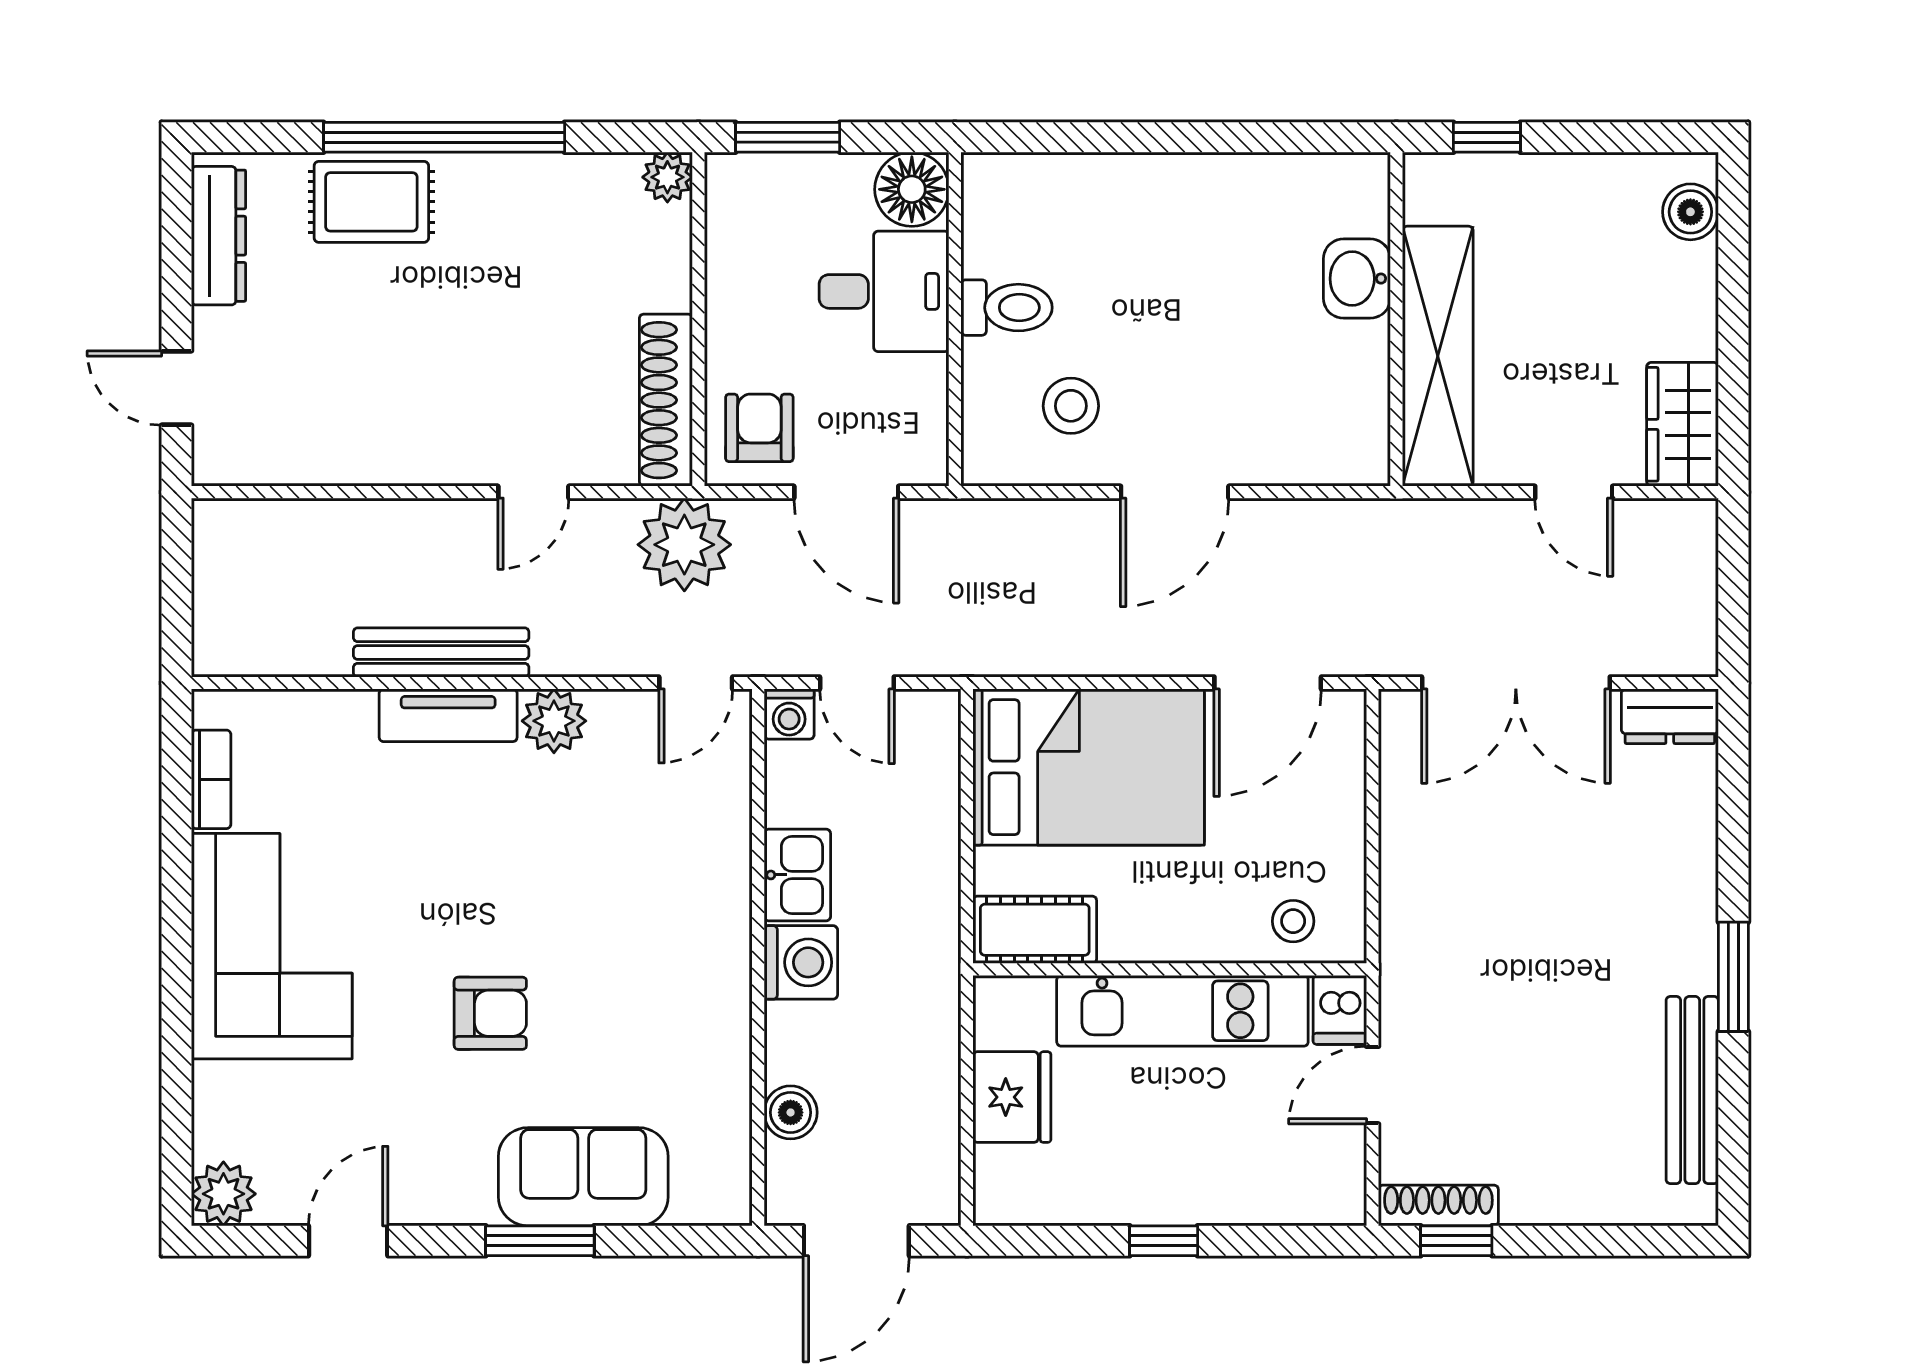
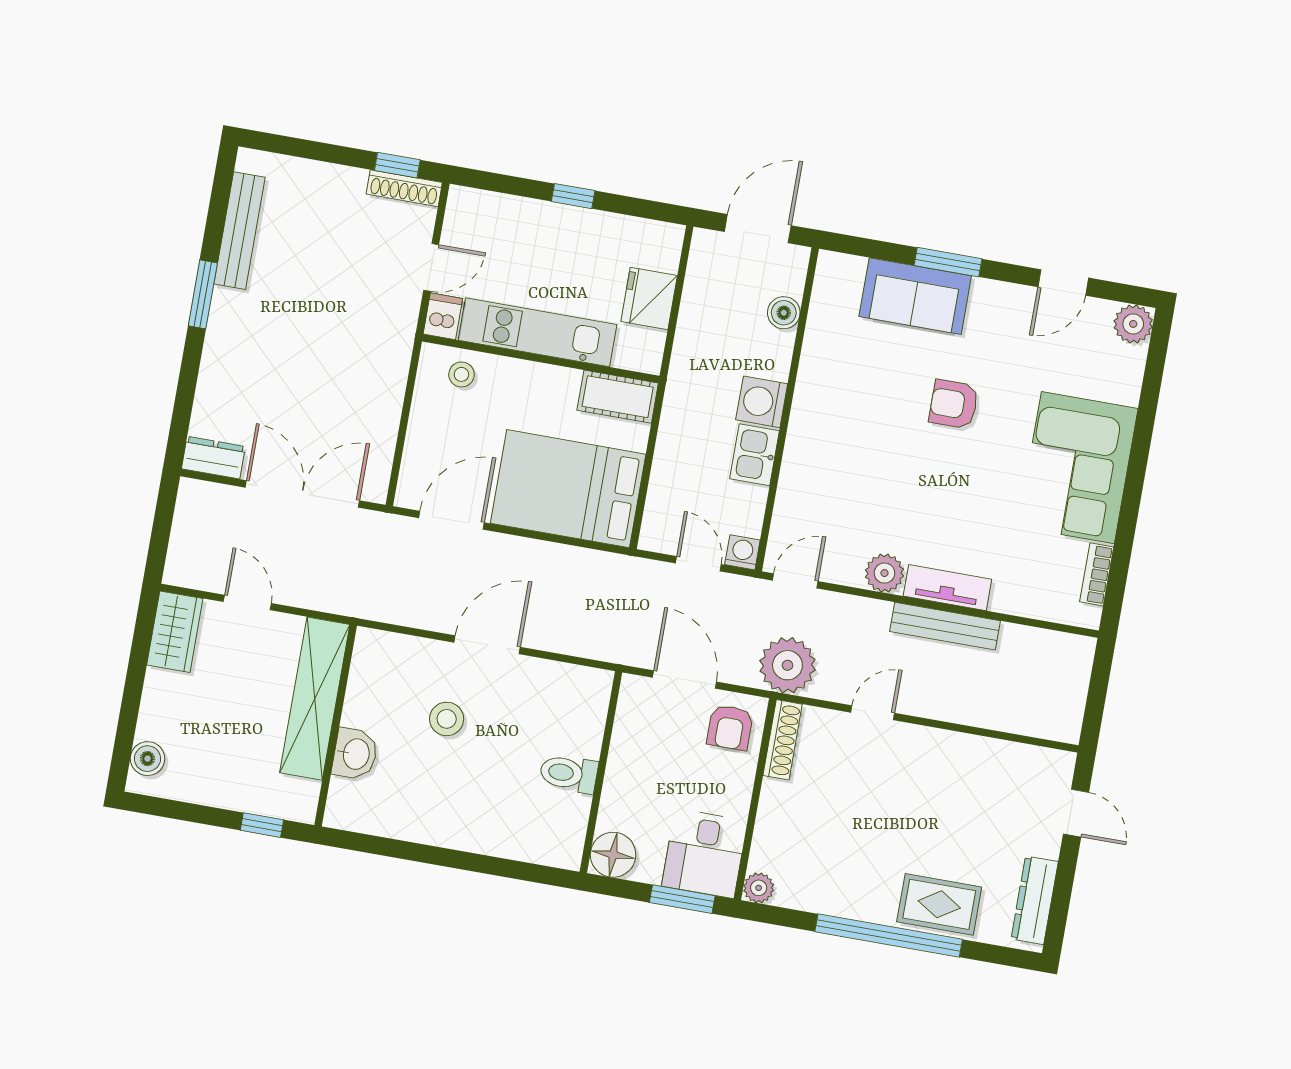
desk: (884, 291) -> (704, 854), moved, turned -90
shoe rack: (666, 400) -> (783, 740), width x0.74, depth x0.81
stool: (1071, 406) -> (447, 719), moved

